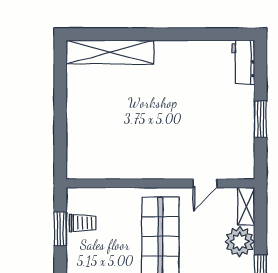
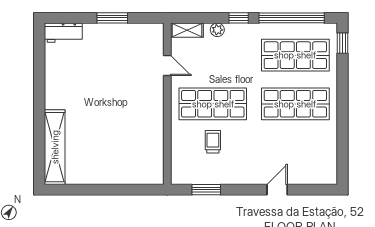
trolley: (83, 223) -> (213, 142), moved
plant: (240, 242) -> (217, 30), width x0.53, depth x0.53

